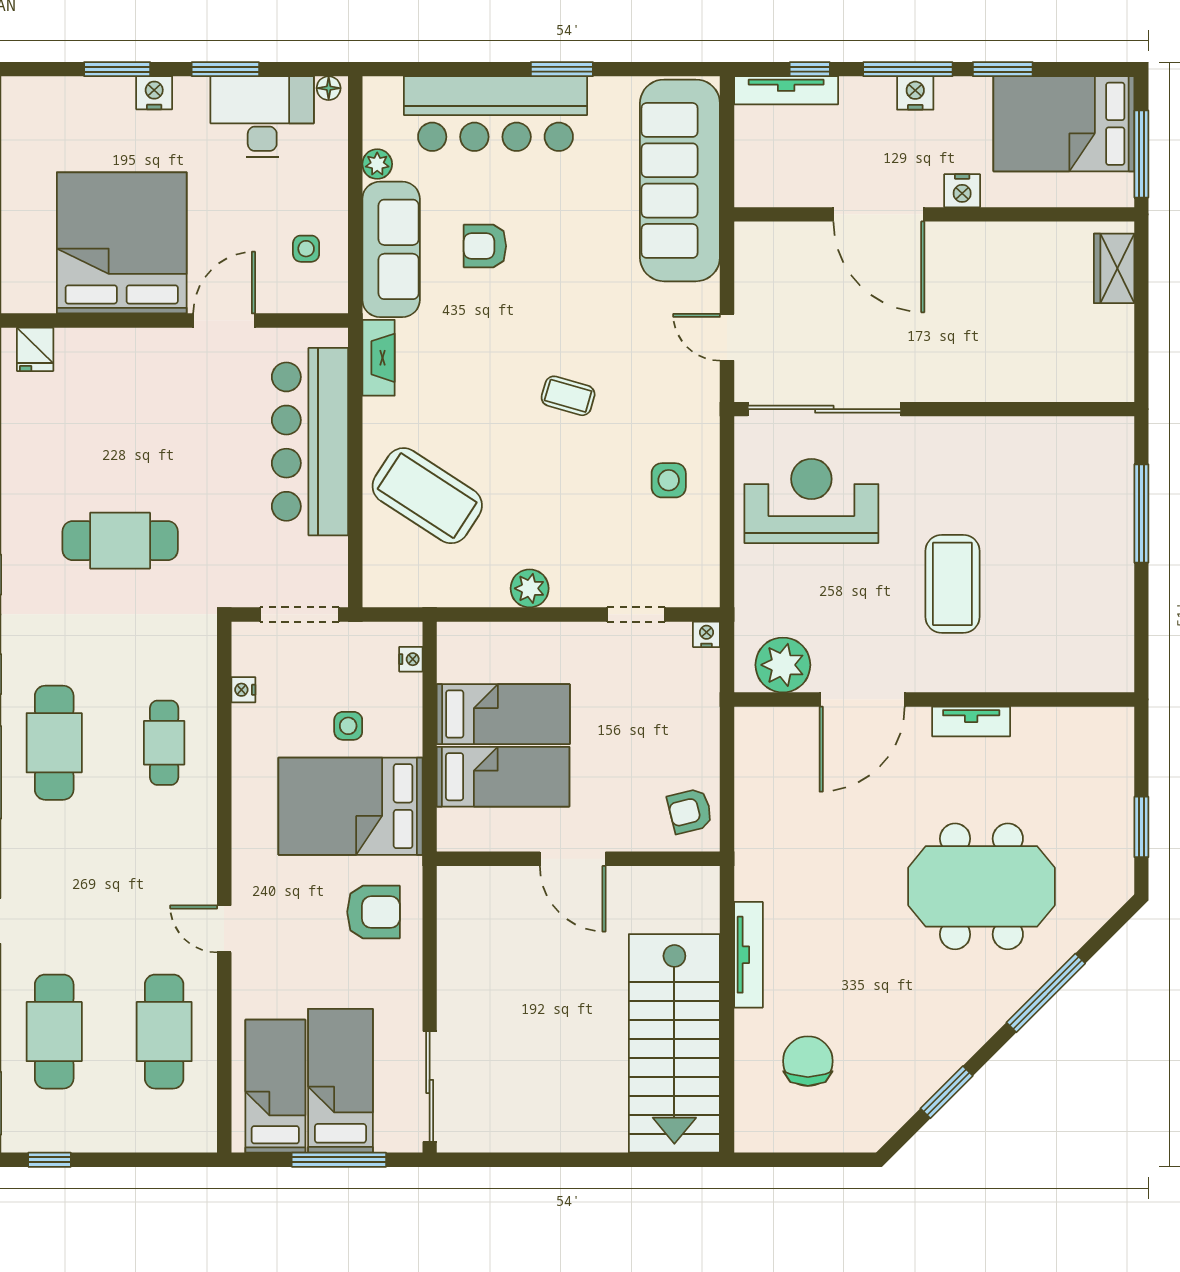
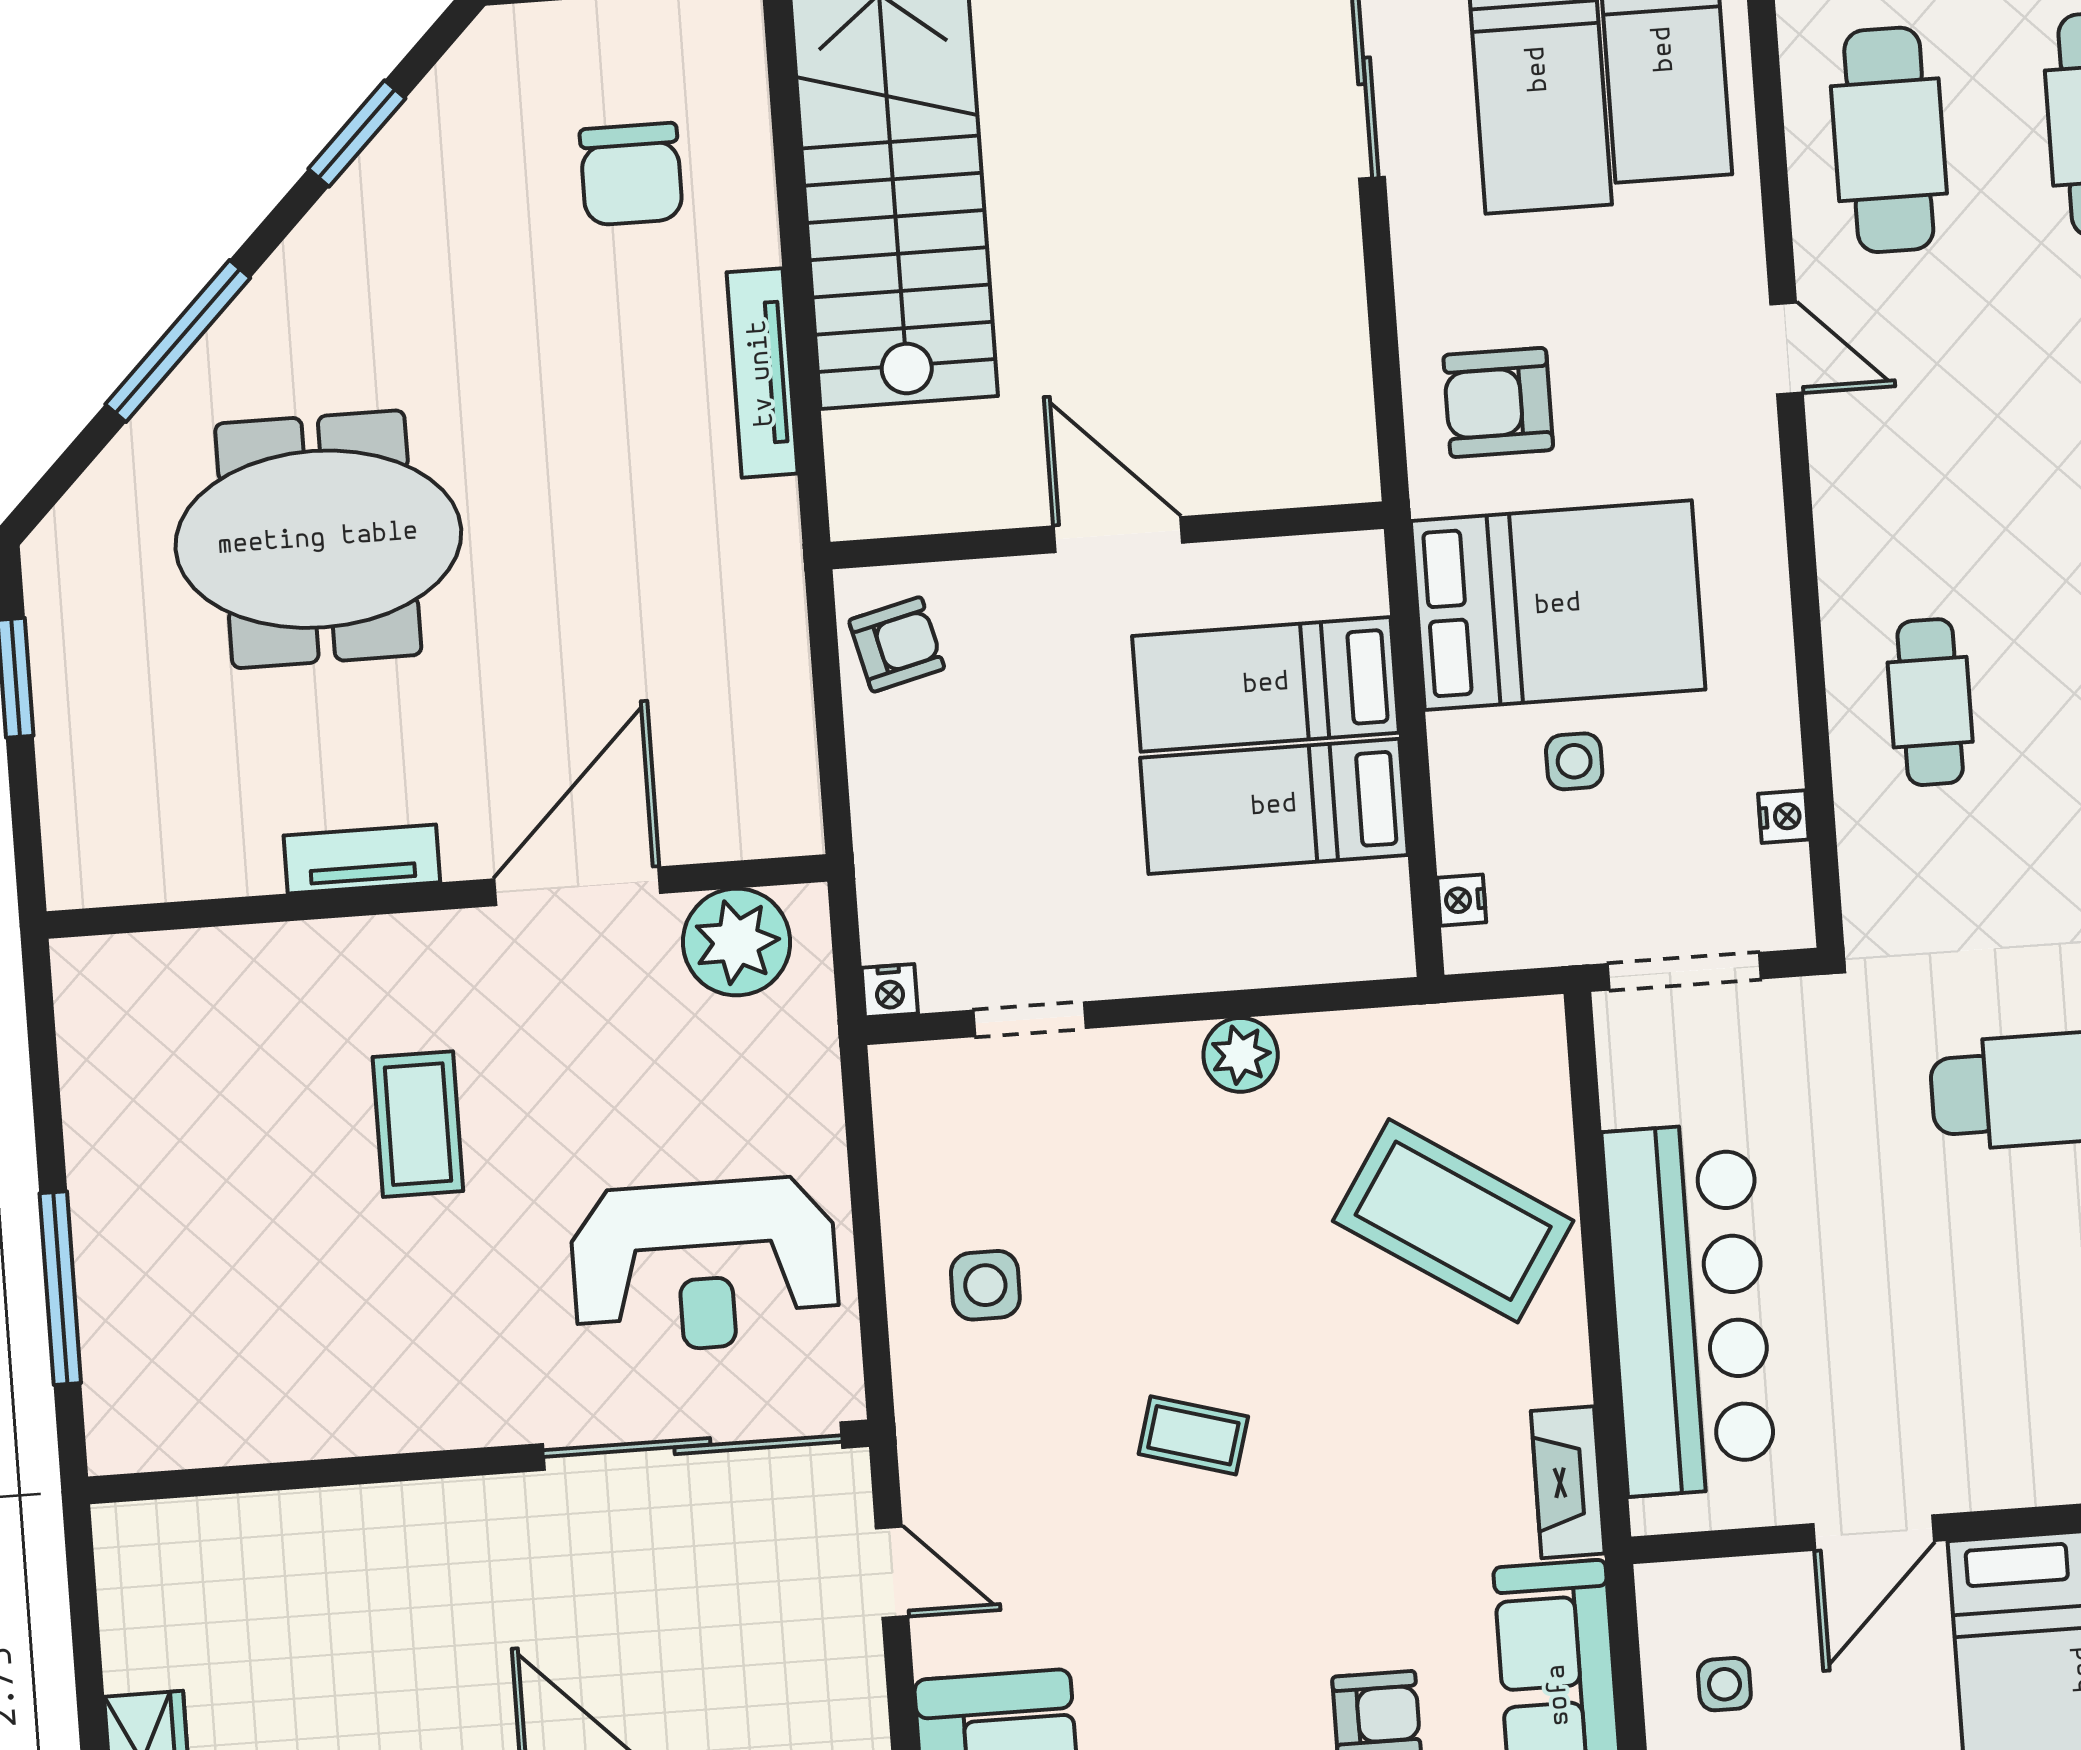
coffee table: (952, 584) -> (418, 1124), width x0.73, depth x0.76

